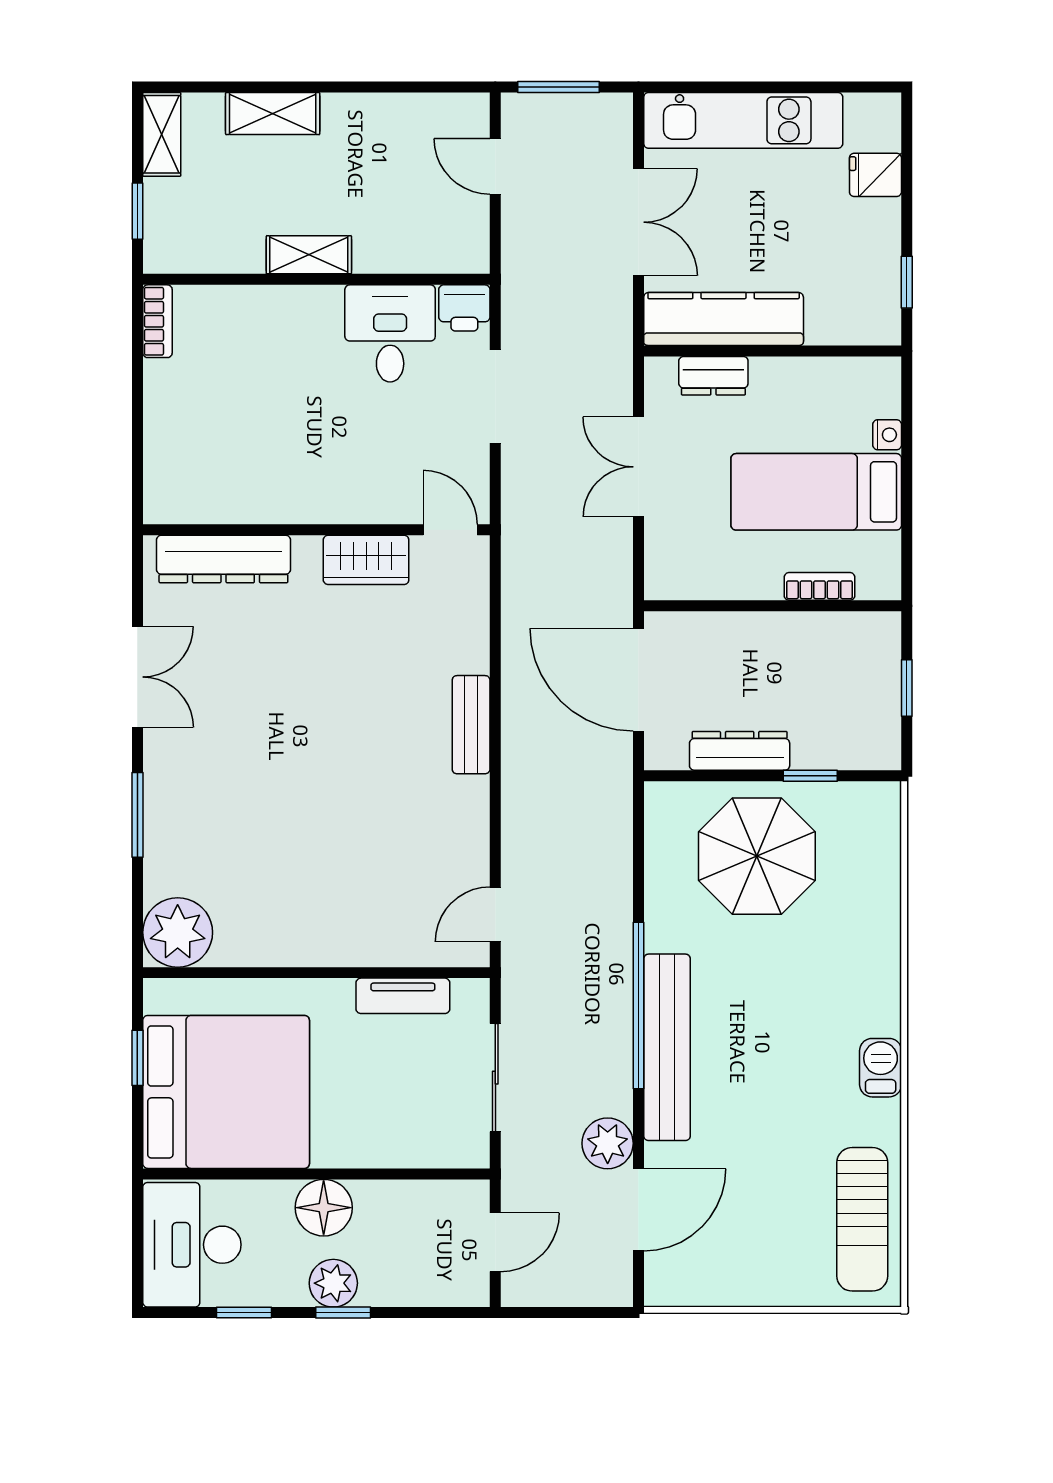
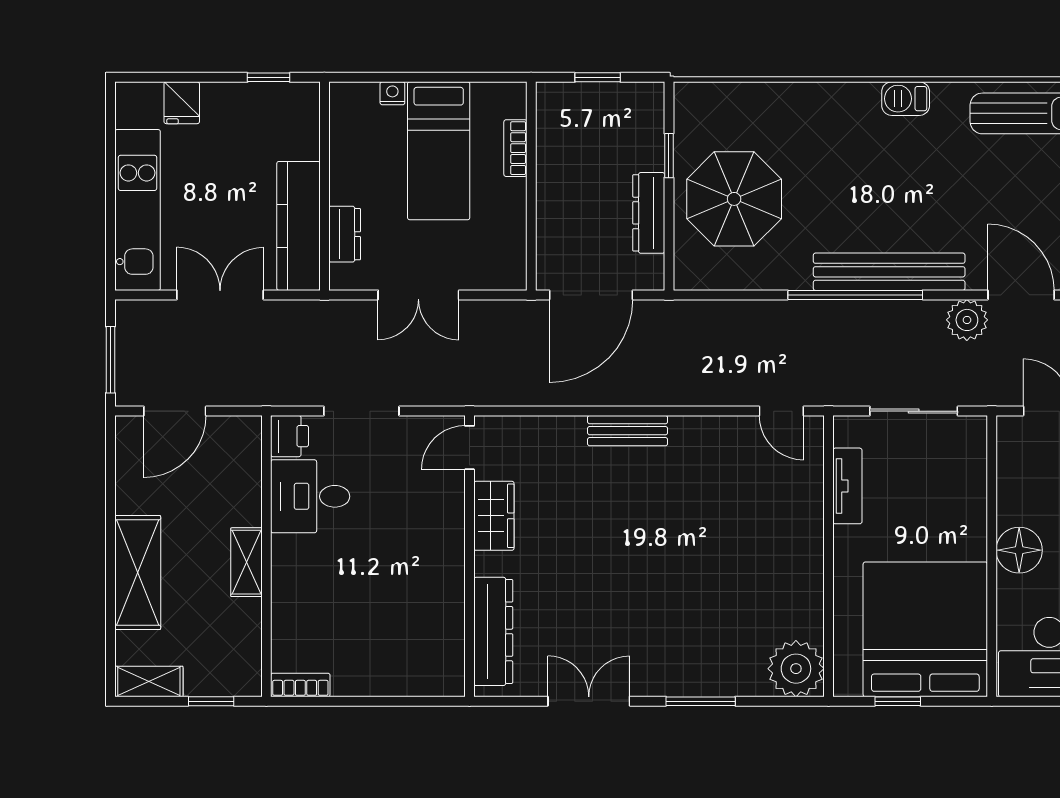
shelving: (273, 114) -> (138, 573), width x1.50, depth x1.33
door: (495, 166) -> (175, 411), width x1.38

